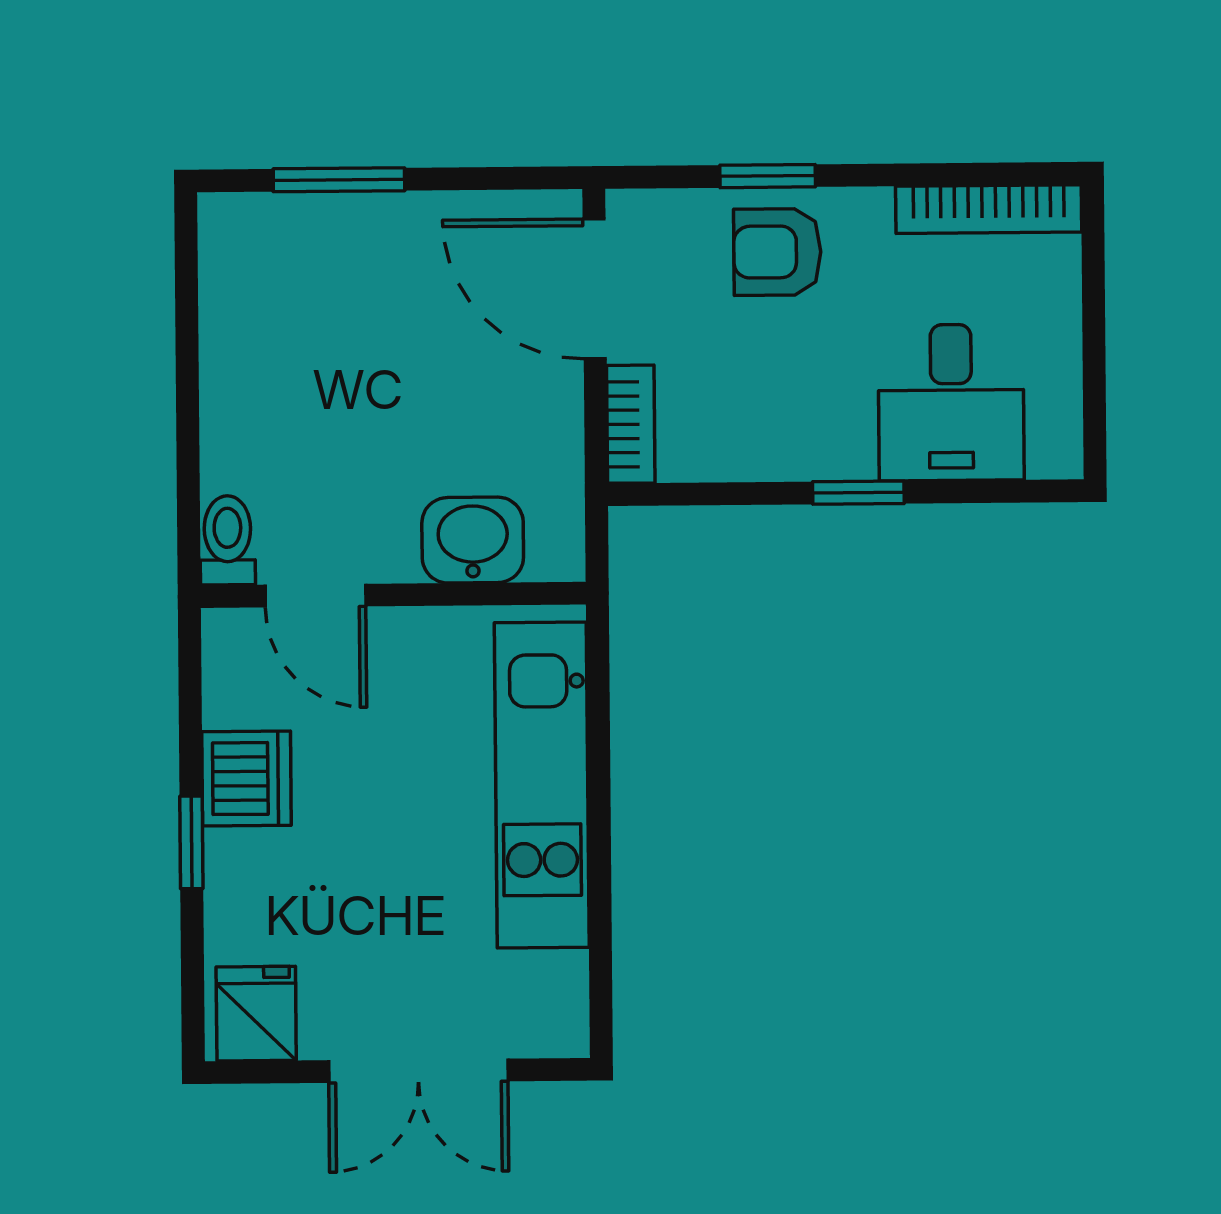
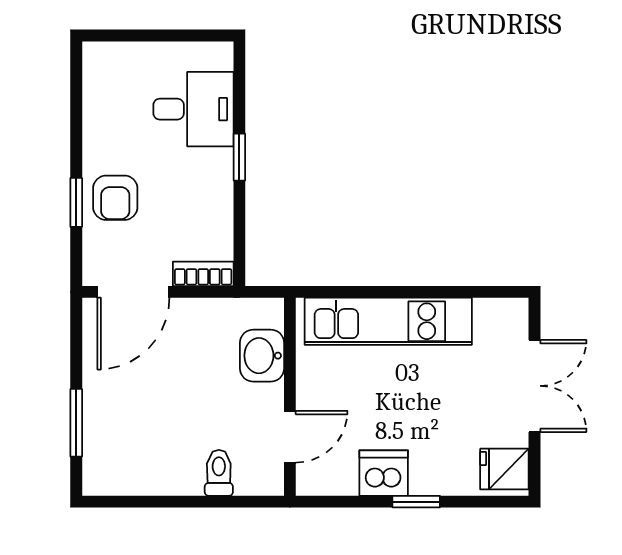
bookcase: (989, 209) -> (94, 89), removed
toilet: (228, 540) -> (219, 473), moved, turned 90

